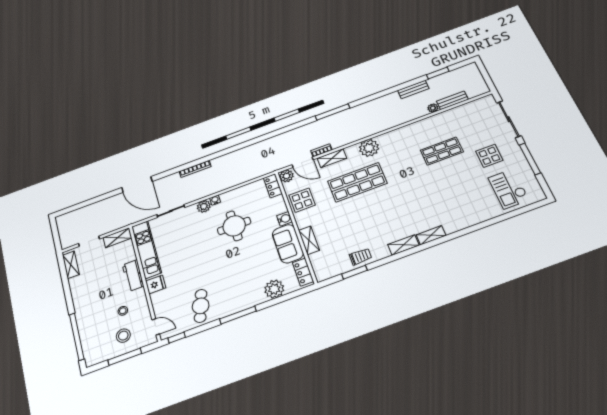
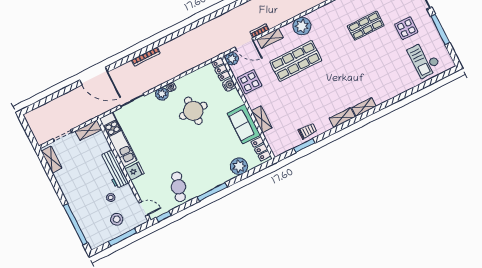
water cooler: (285, 219) -> (229, 85), moved
workbench: (133, 275) -> (114, 169), width x1.38

